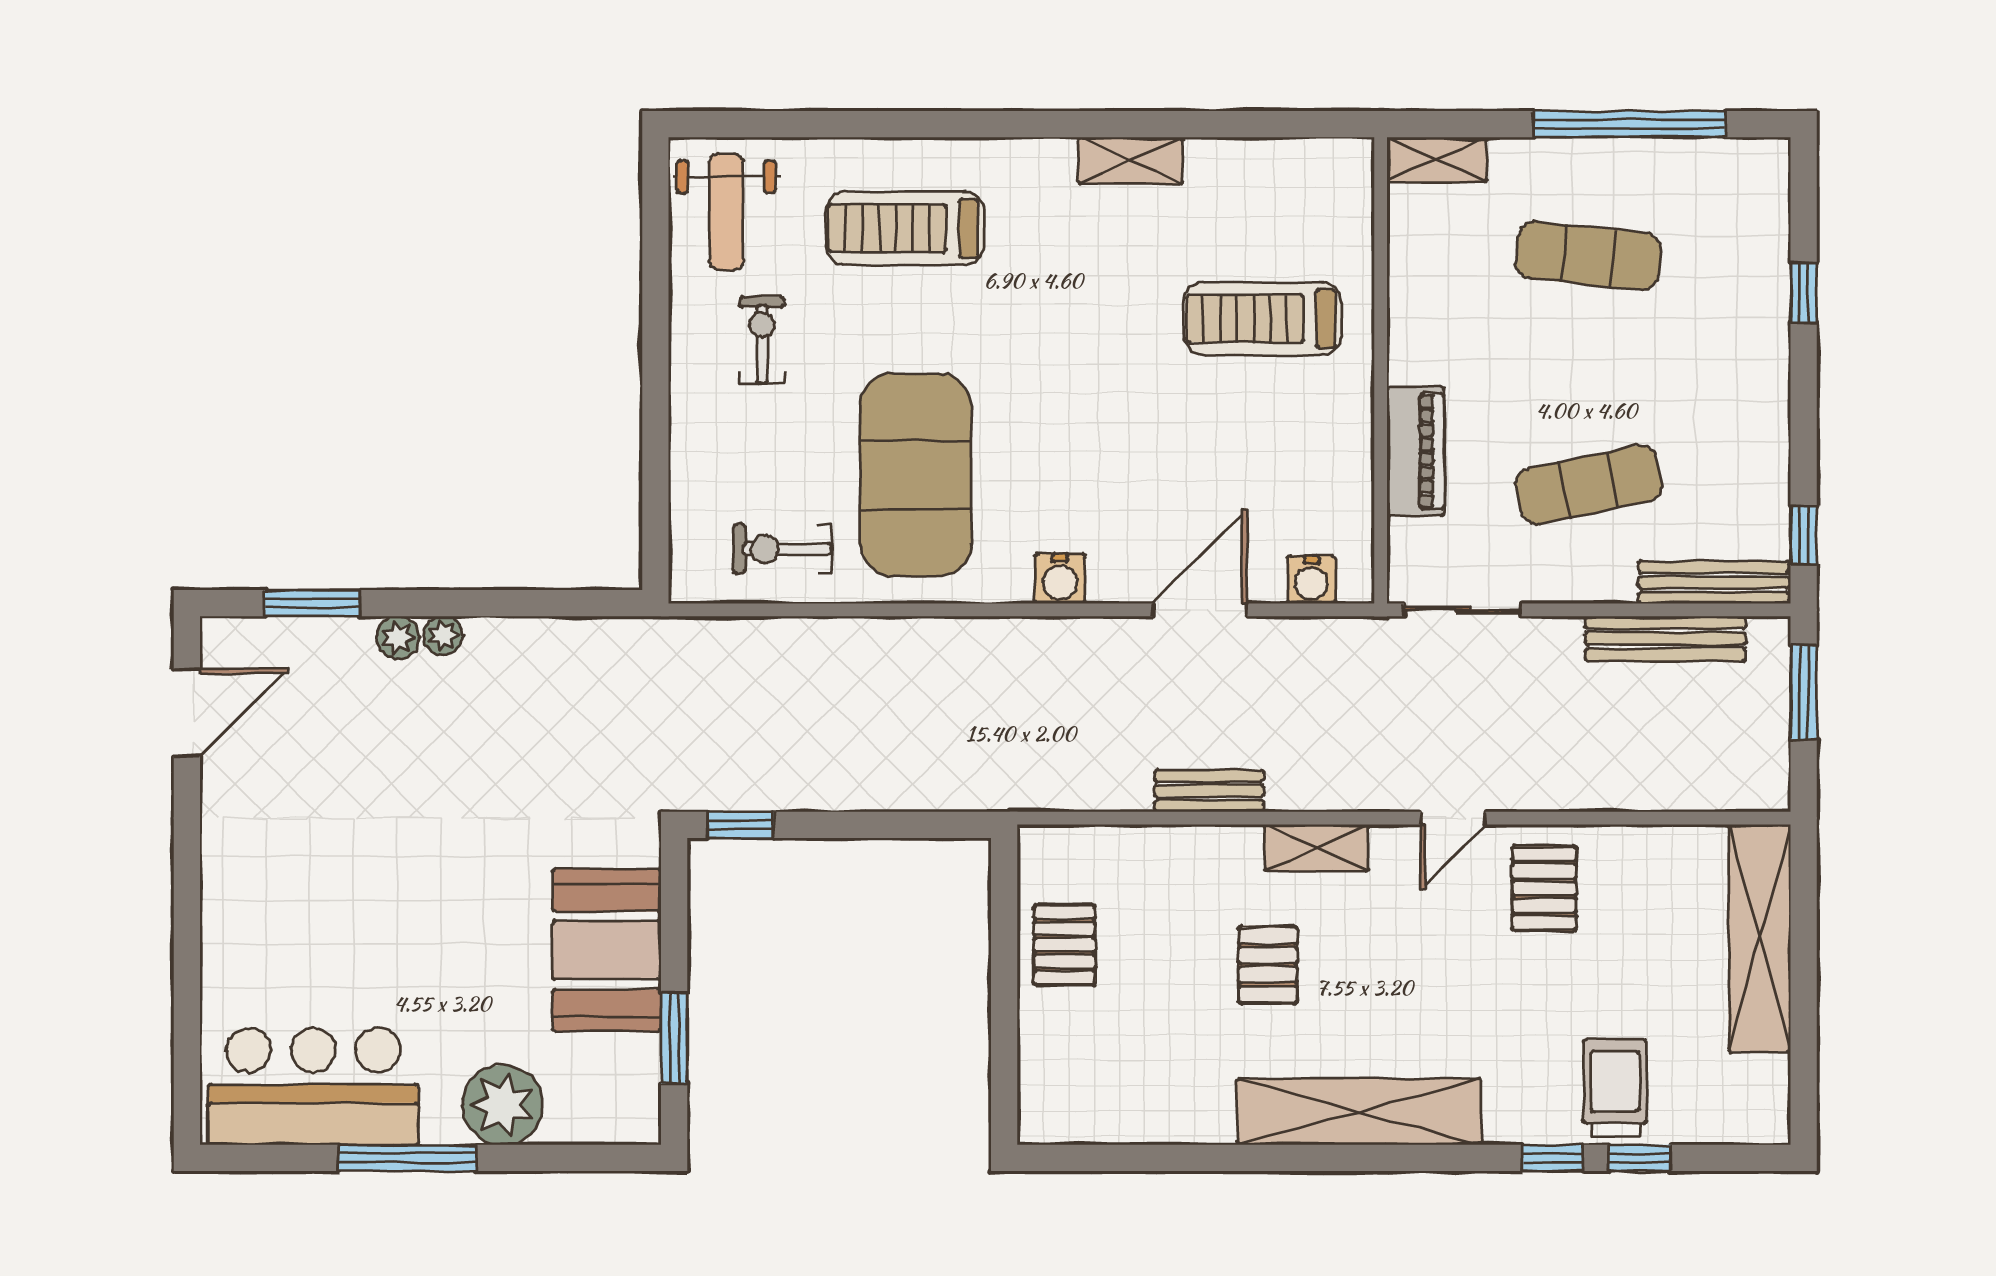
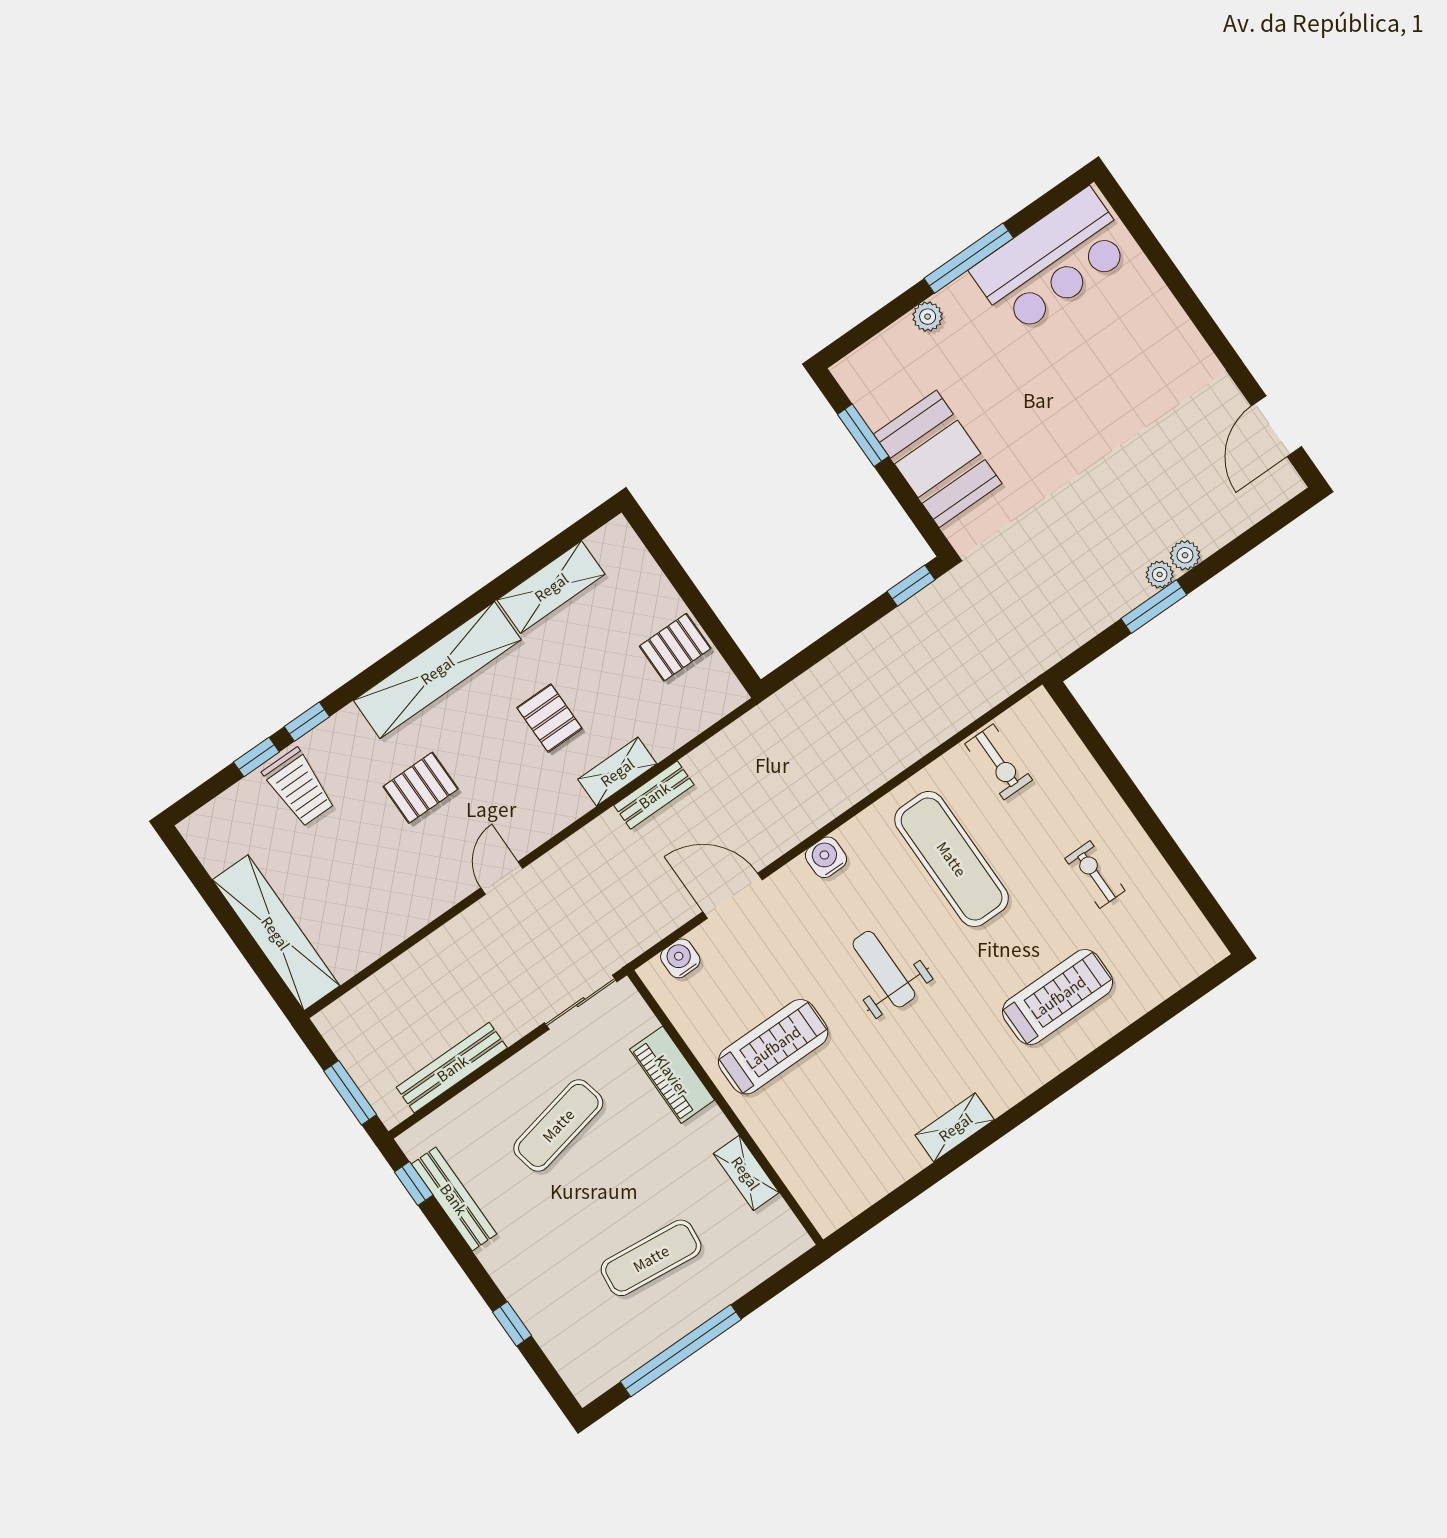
shelving: (1437, 160) -> (746, 1173), moved, turned 90
weight bench: (726, 212) -> (884, 969), moved
treadmill: (1263, 319) -> (773, 1047), moved
exercise bike: (762, 340) -> (1095, 875), turned 180
exercise mat: (916, 475) -> (952, 859), width x0.68
exercise bike: (782, 549) -> (999, 762), turned 90
bench: (1714, 582) -> (454, 1199), moved, turned 90
window: (312, 603) -> (1154, 607), moved
door: (1200, 610) -> (733, 896), swing flipped
shelving: (1316, 848) -> (617, 772), moved
pallet: (1544, 888) -> (421, 788), moved, turned 90
pallet: (1064, 945) -> (675, 647), turned 90
plant: (503, 1105) -> (928, 317), width x0.53, depth x0.53
shelving: (1160, 1116) -> (551, 587), added

